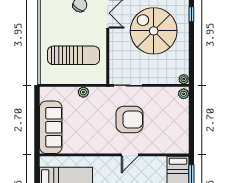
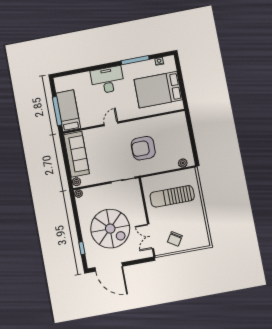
plant: (83, 92) -> (183, 163), moved
armchair: (129, 119) -> (143, 148), moved
sofa: (51, 127) -> (76, 154), moved, turned 180

